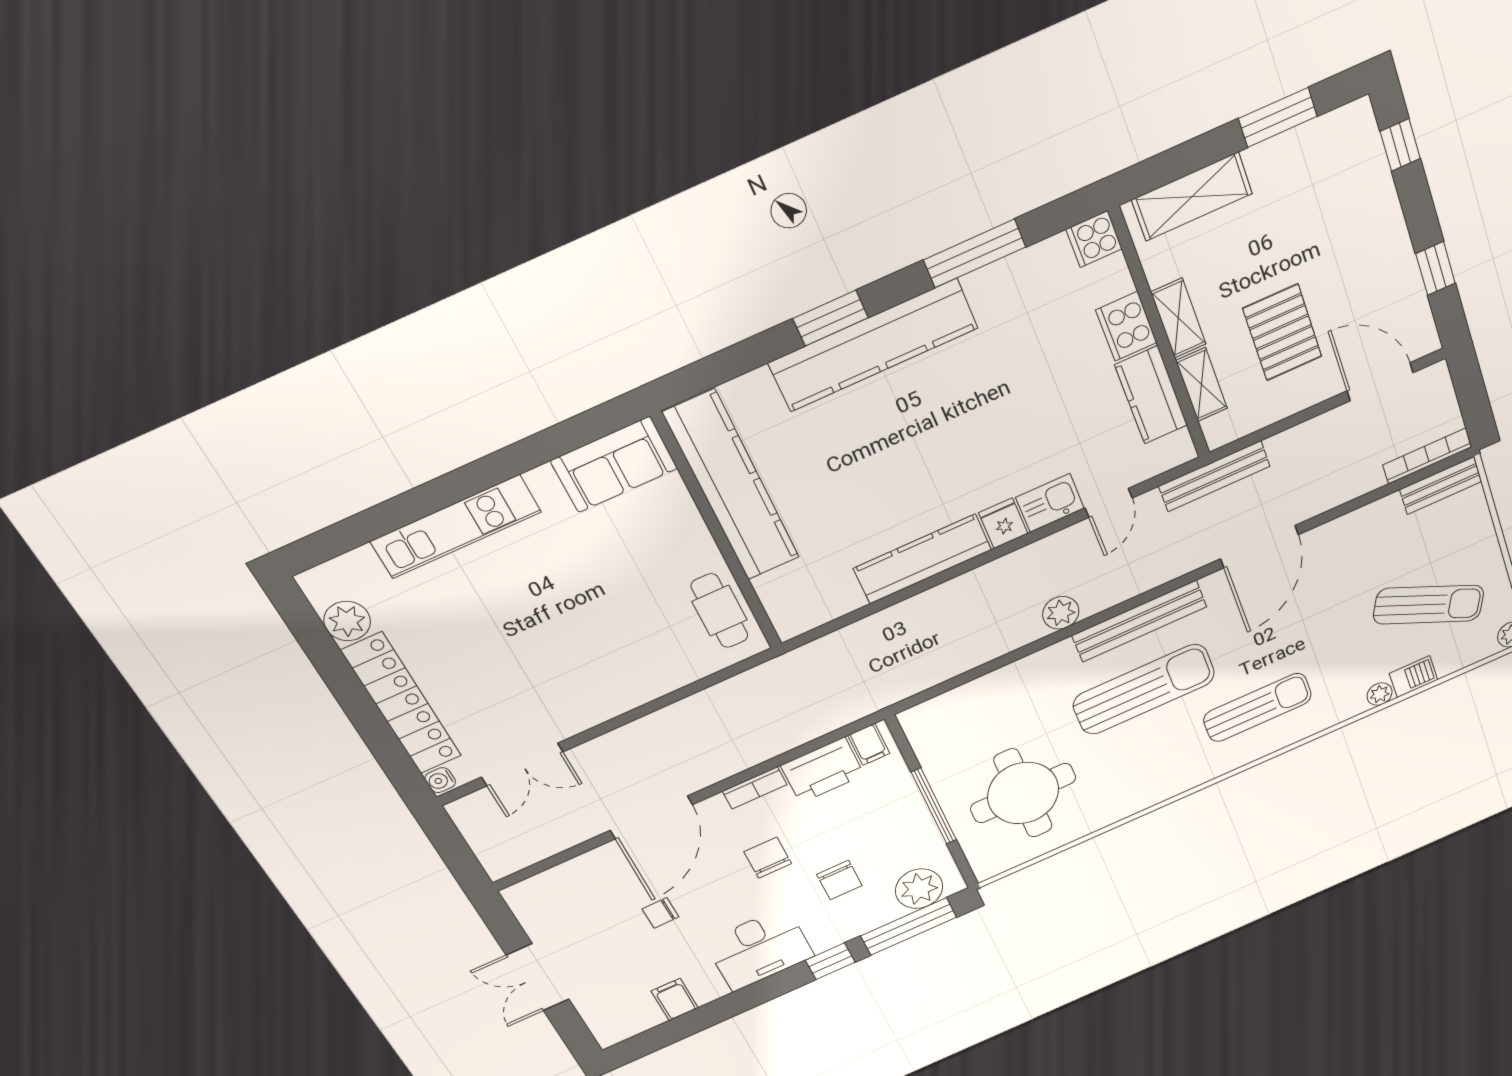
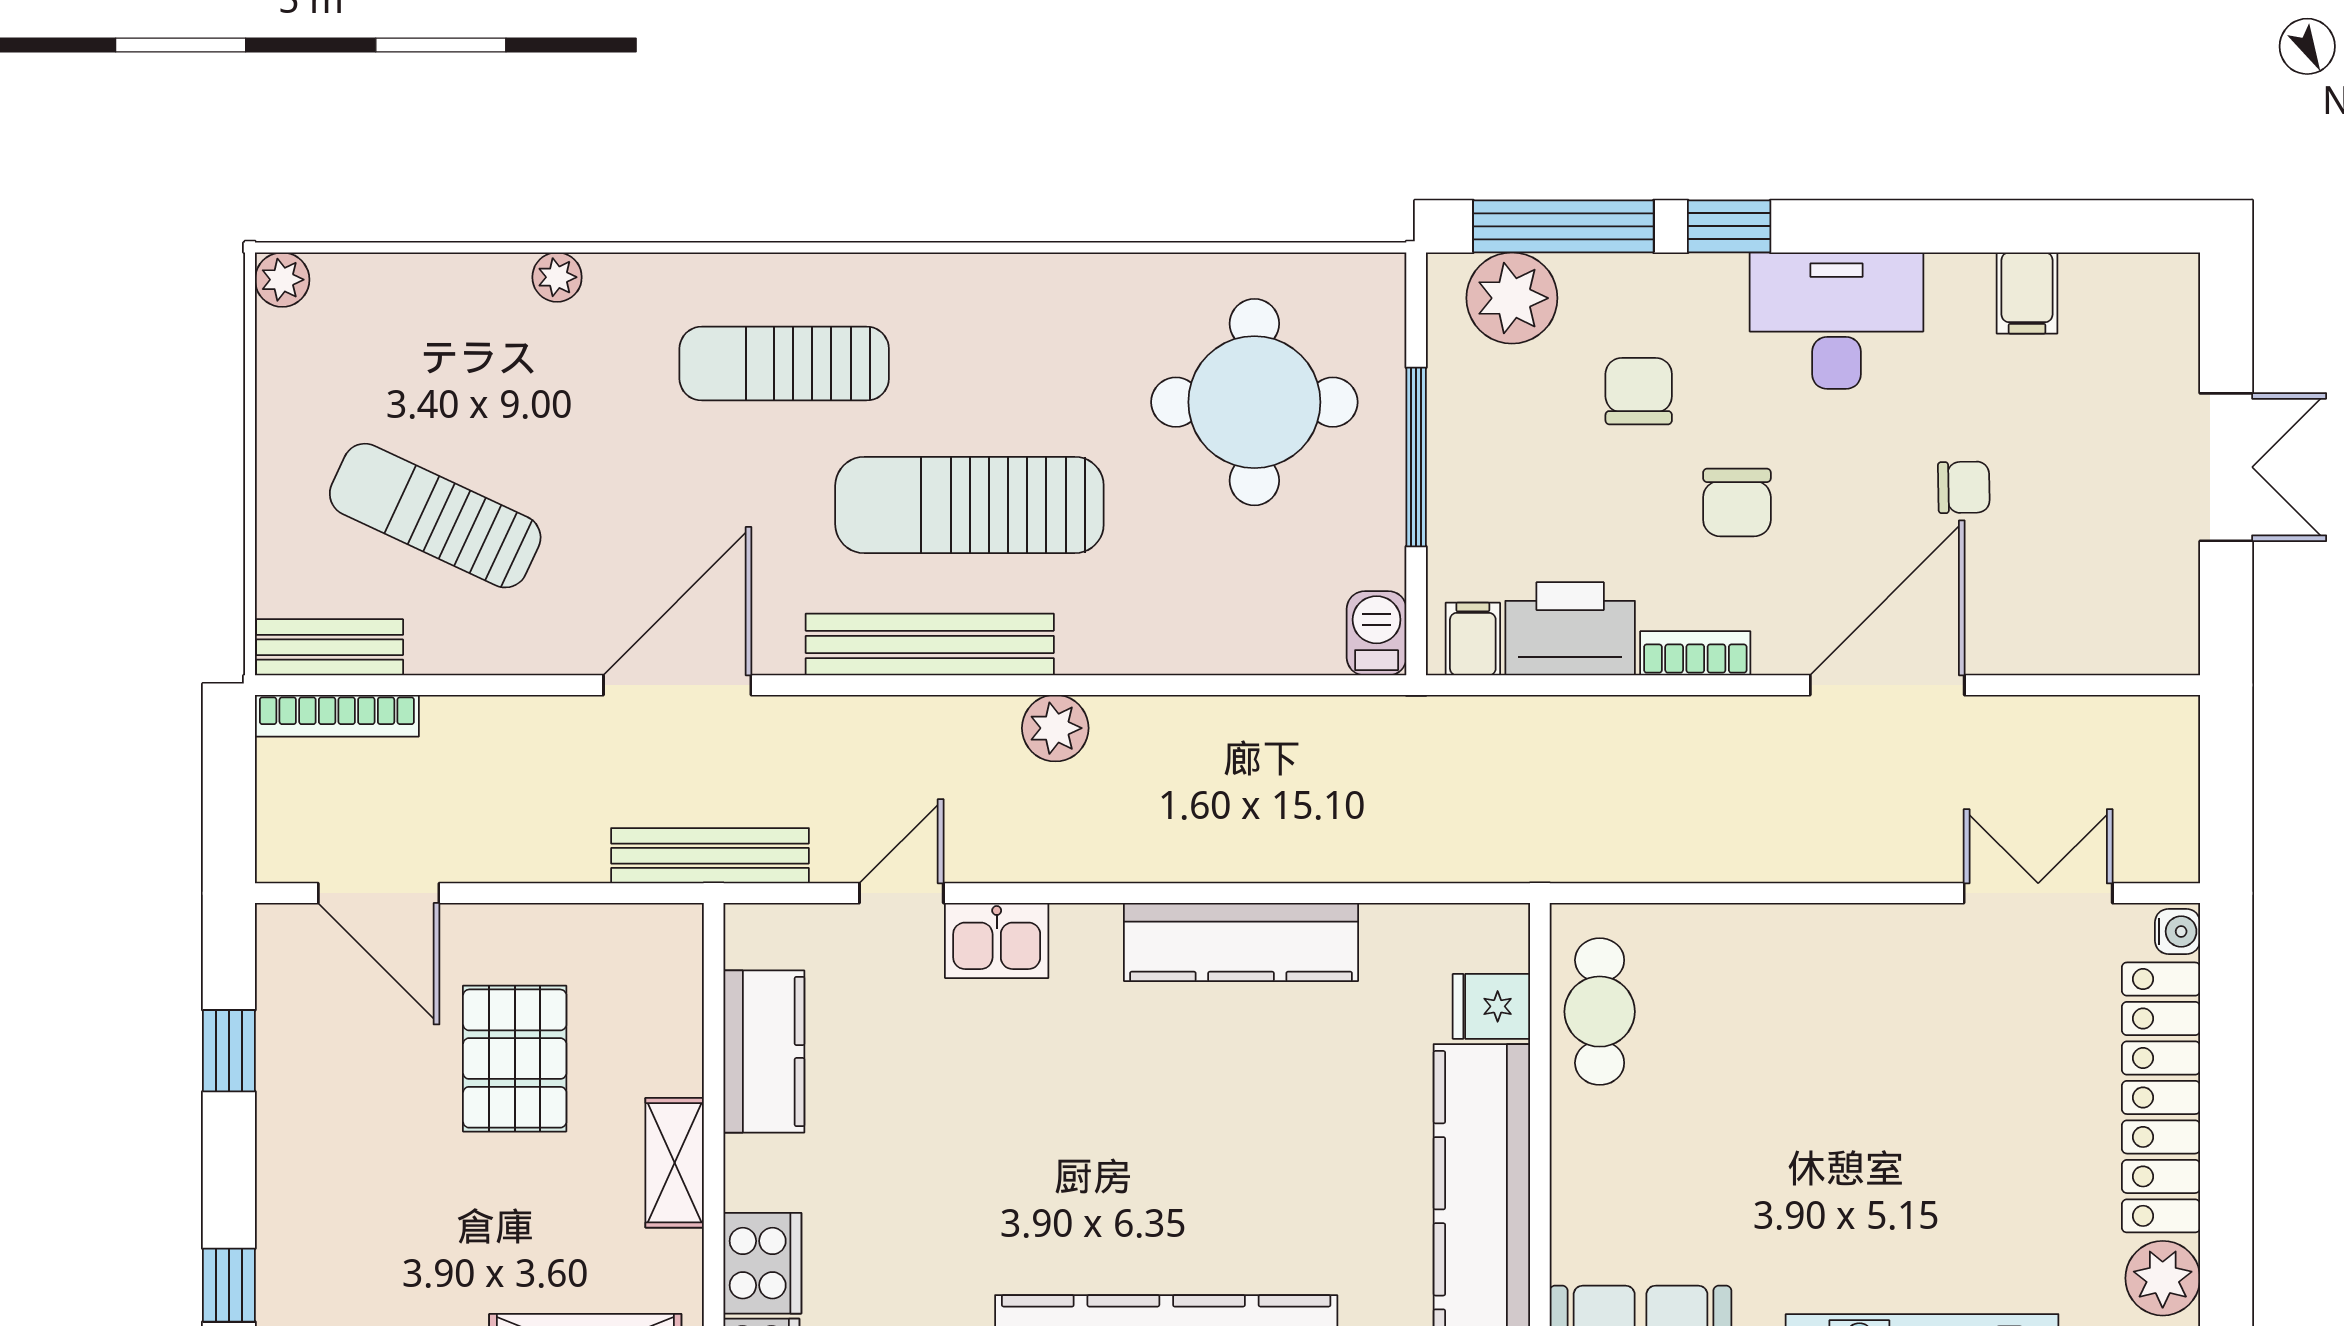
cooker: (1126, 326) -> (762, 1263), moved
shelving: (1202, 385) -> (676, 1031), removed
fridge: (1003, 523) -> (1491, 1006), moved, turned 90
sun lounger: (1429, 605) -> (435, 516), moved
barbecue: (1413, 677) -> (1377, 633), moved, turned 90

